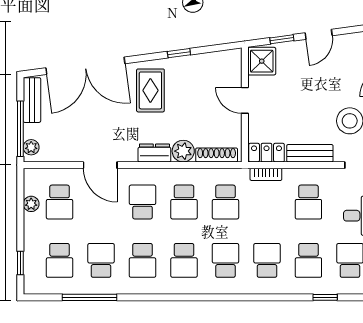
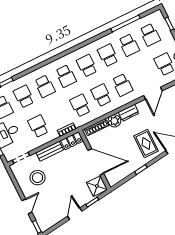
door: (245, 100) -> (96, 162), width x1.88
door: (100, 165) -> (153, 93), swing flipped
school desk: (60, 260) -> (150, 35), turned 180

